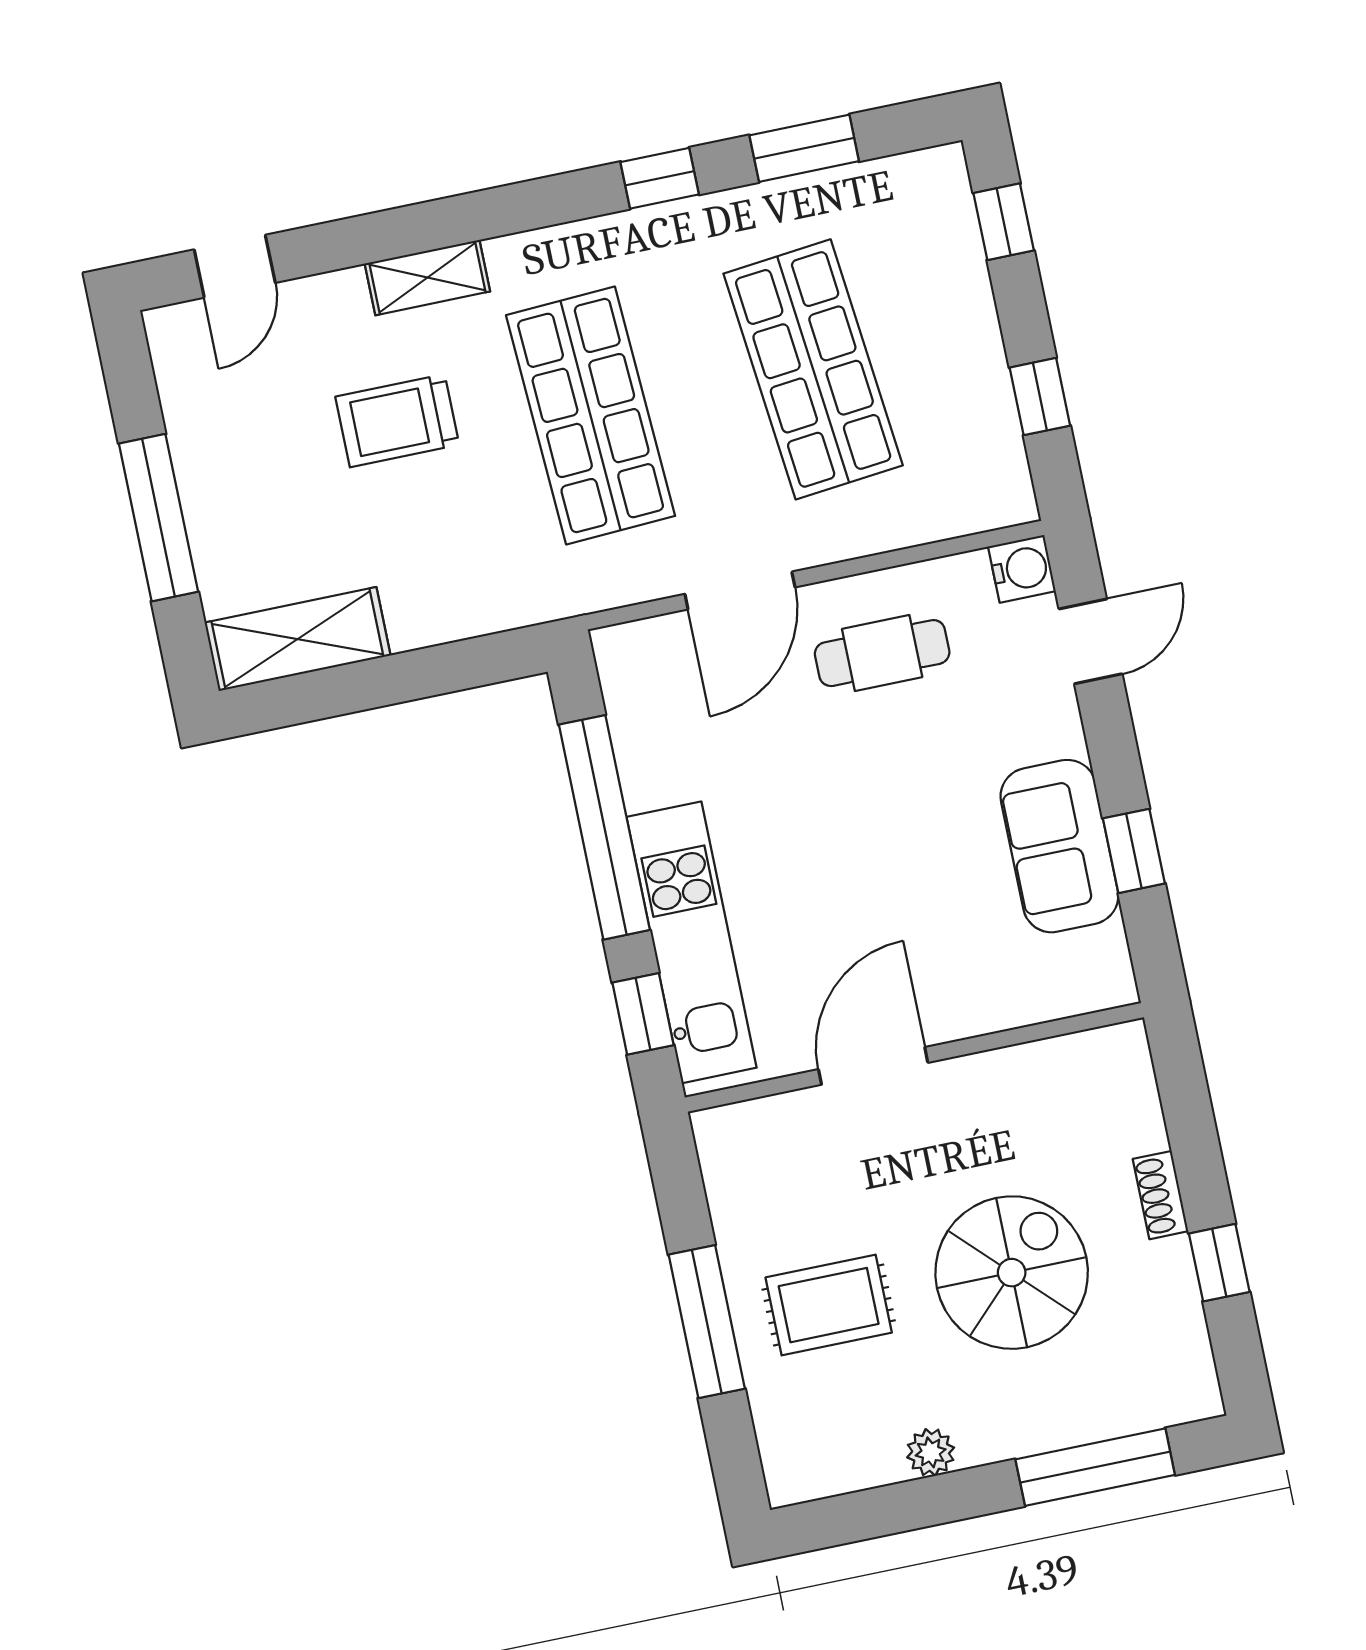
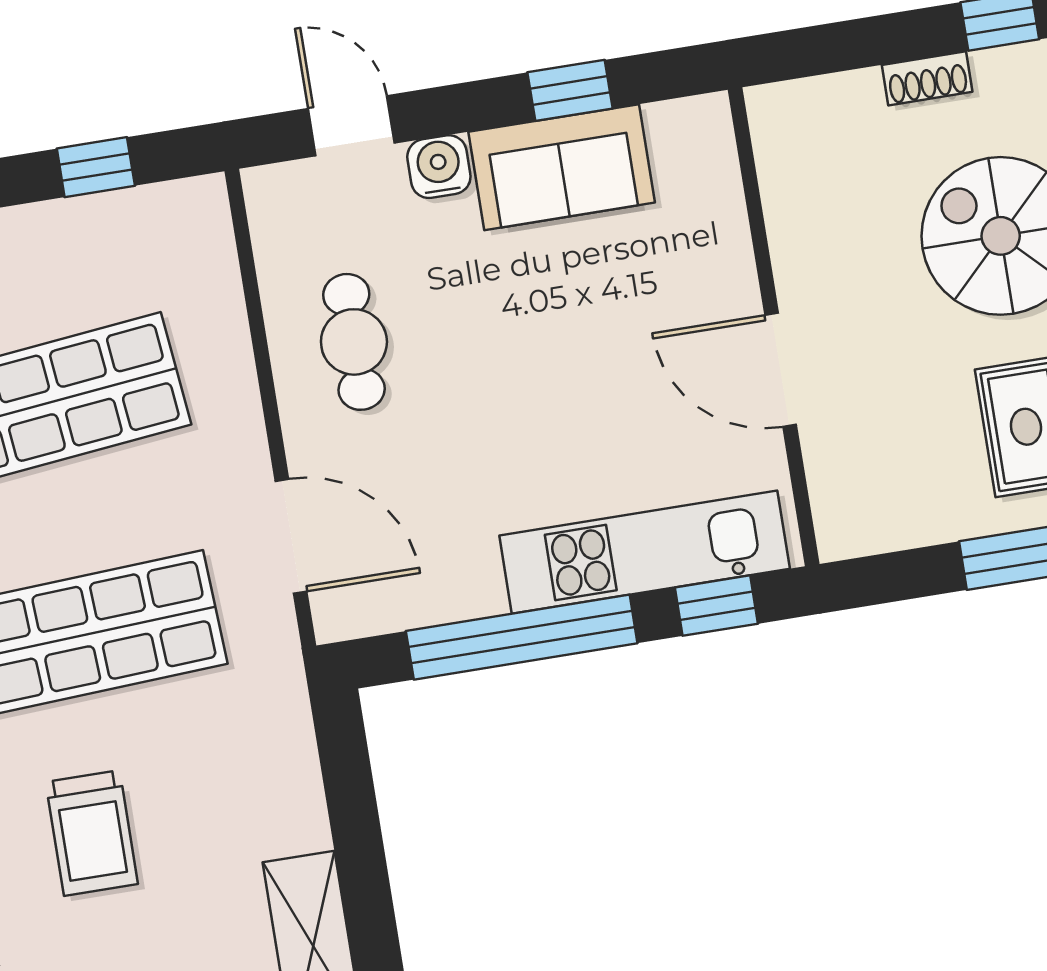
water cooler: (1022, 569) -> (439, 167), moved
door: (740, 591) -> (291, 536), moved

